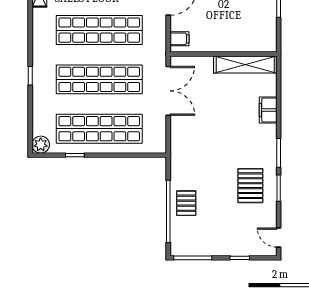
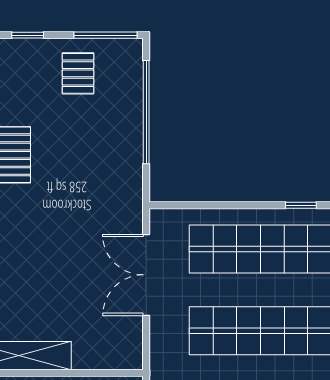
double door: (168, 91) -> (146, 275), moved
pallet: (186, 203) -> (78, 73), moved

